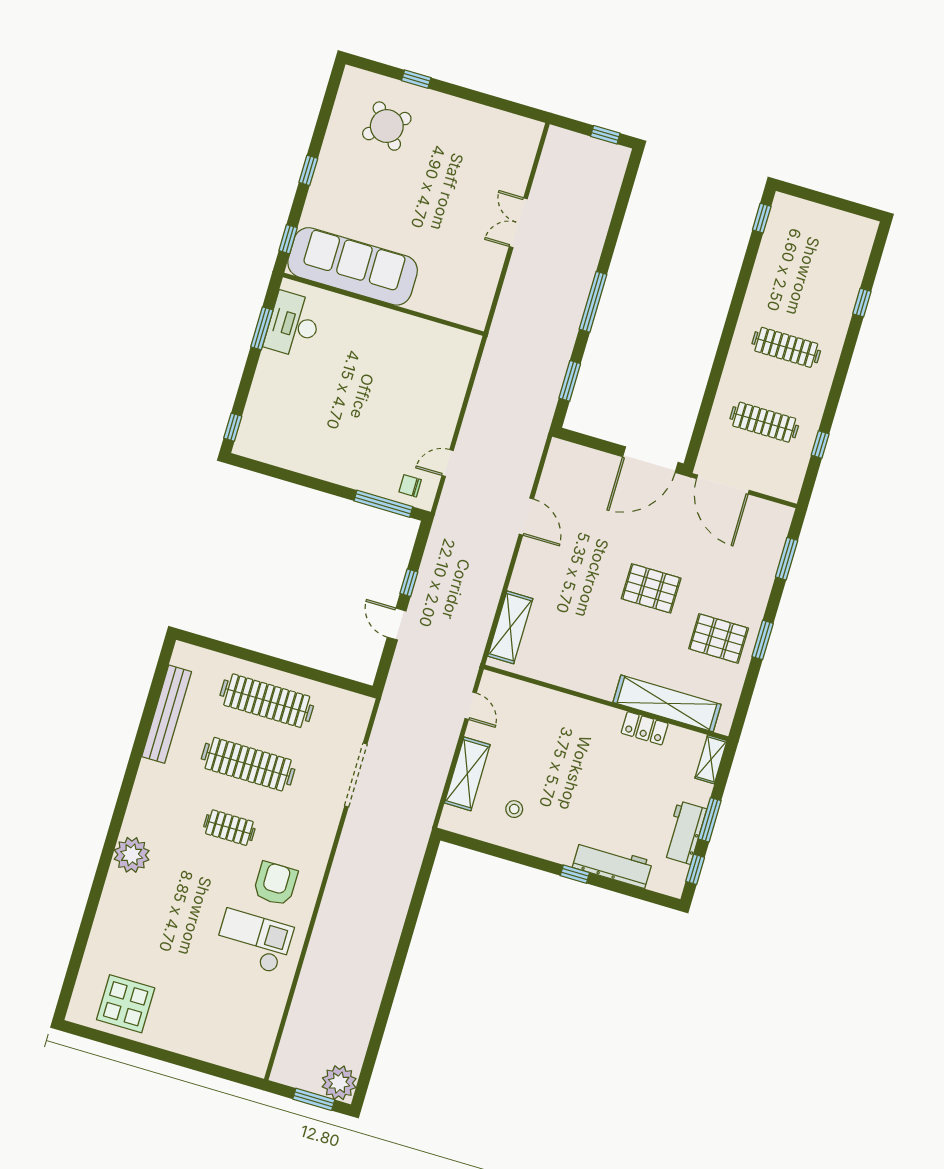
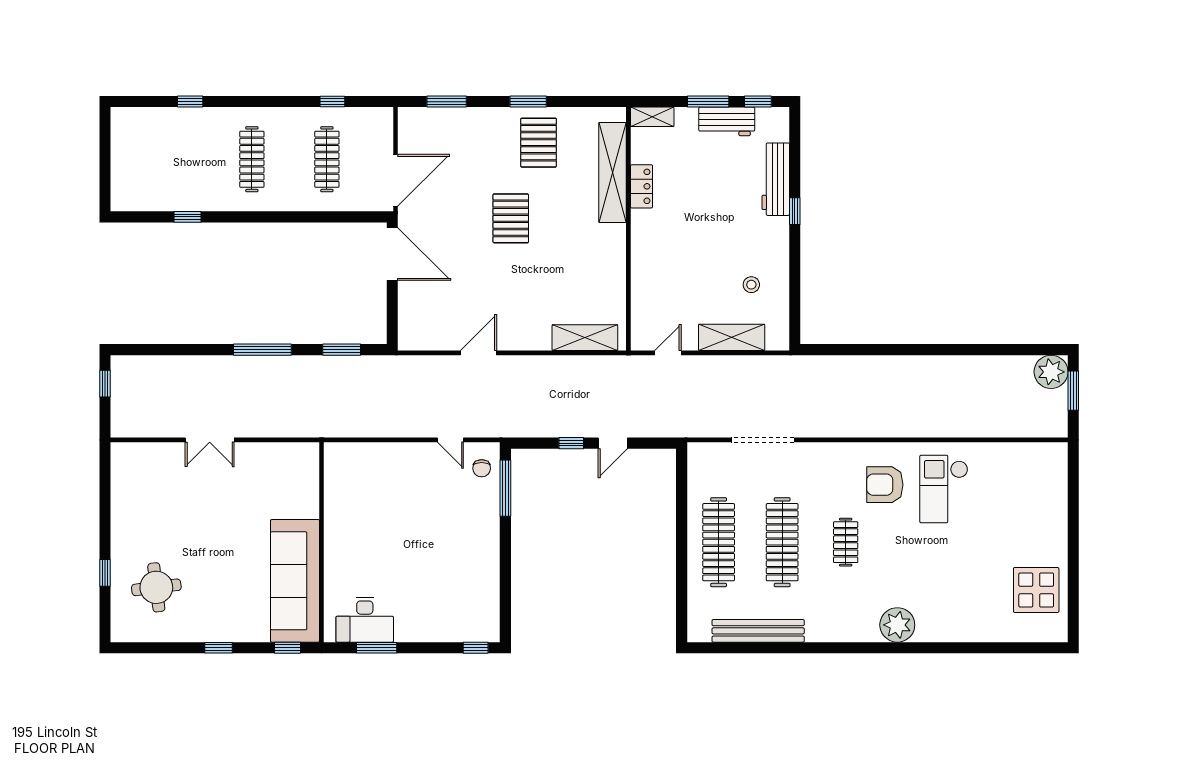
round table: (387, 126) -> (156, 587), turned 32
window: (762, 218) -> (188, 217), moved

